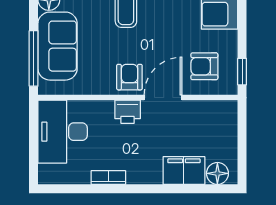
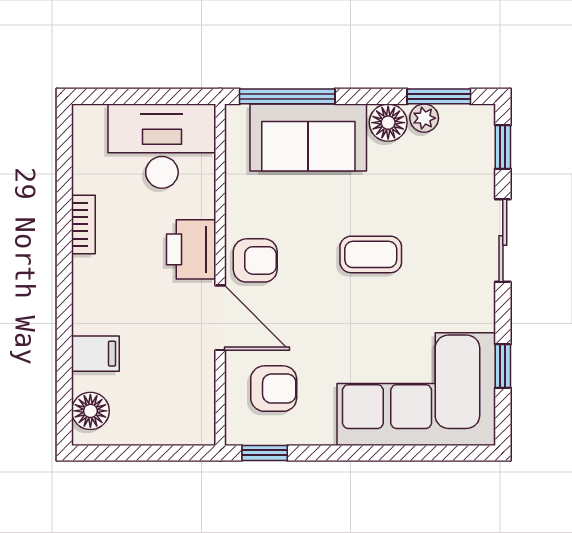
armchair: (204, 66) -> (274, 389), turned 90
printer: (128, 112) -> (191, 249), width x1.36, depth x1.24
filing cabinet: (184, 171) -> (95, 354), width x0.50

